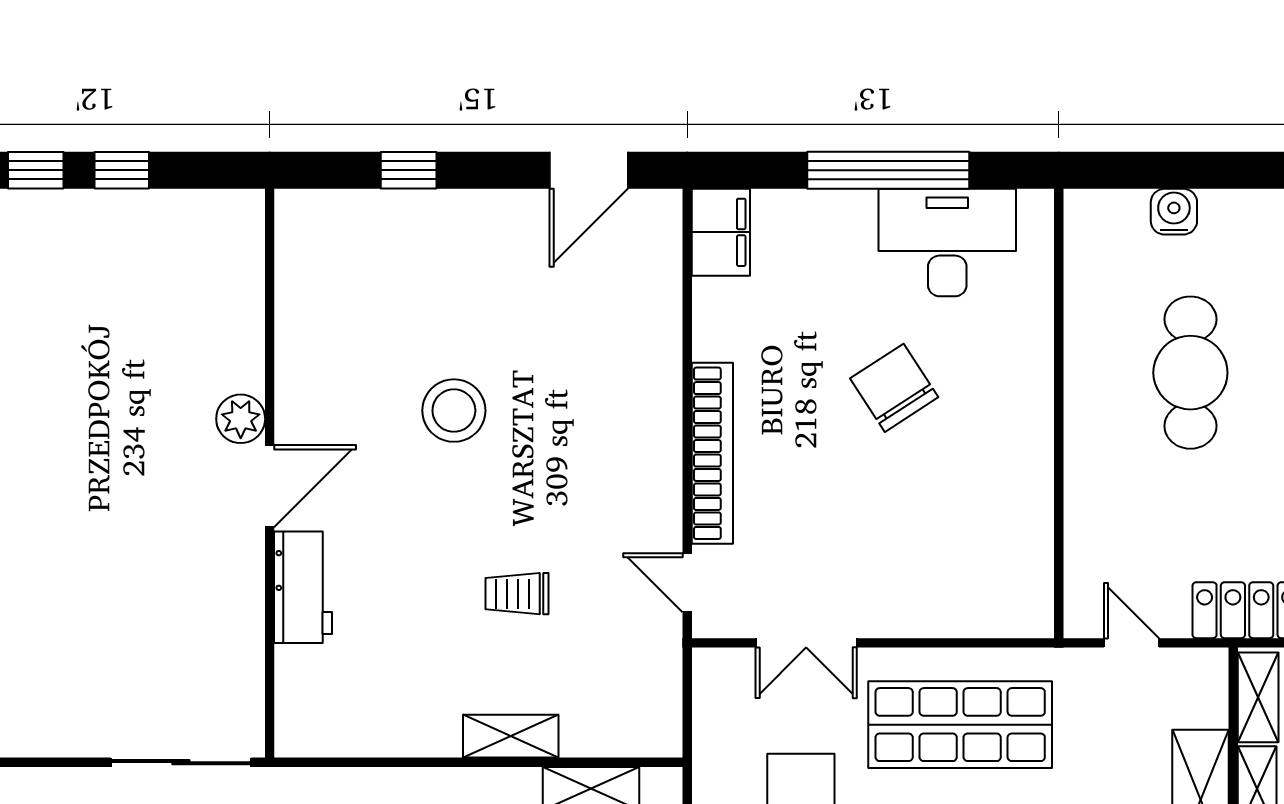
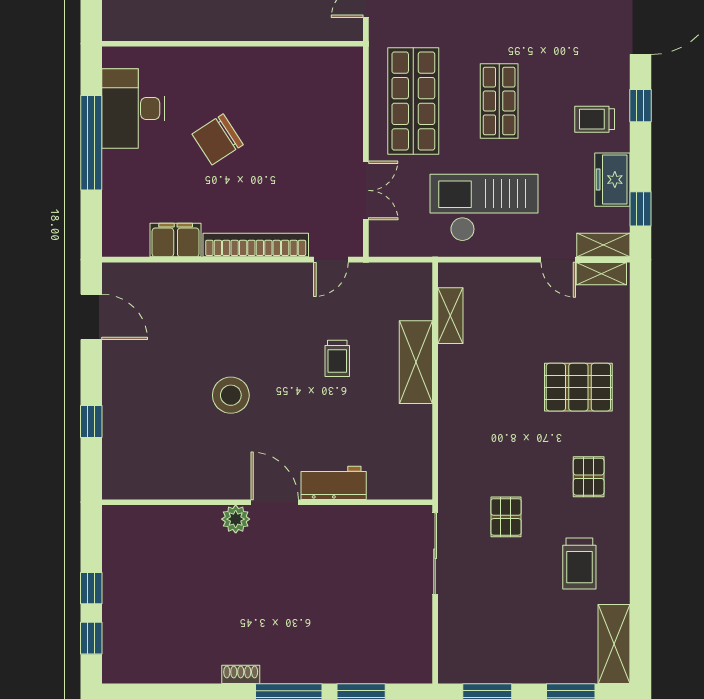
filing cabinet: (721, 232) -> (176, 240), moved
shelving: (511, 736) -> (416, 362), width x1.50, depth x1.33

